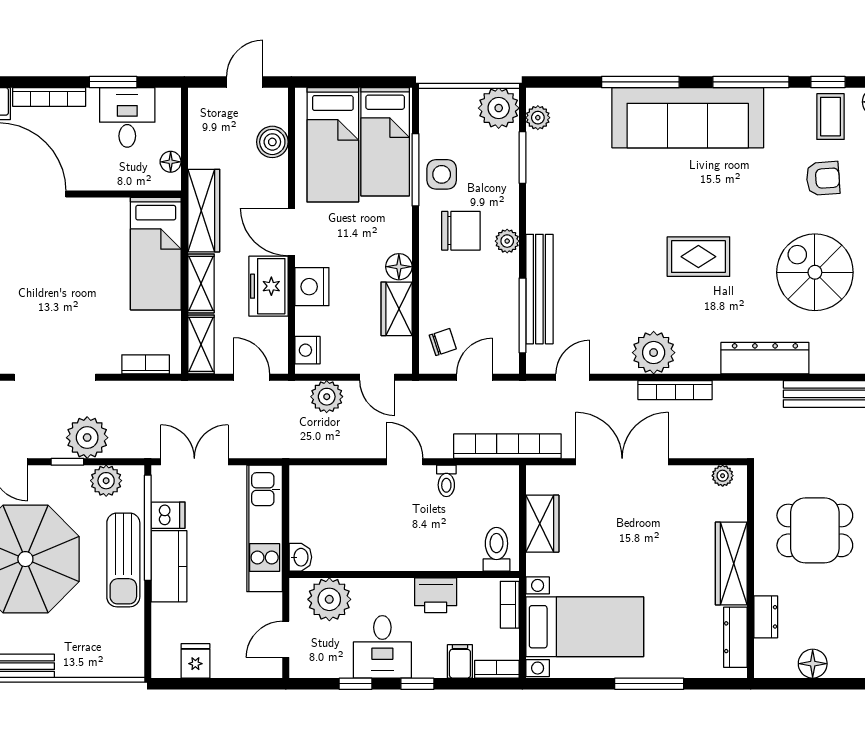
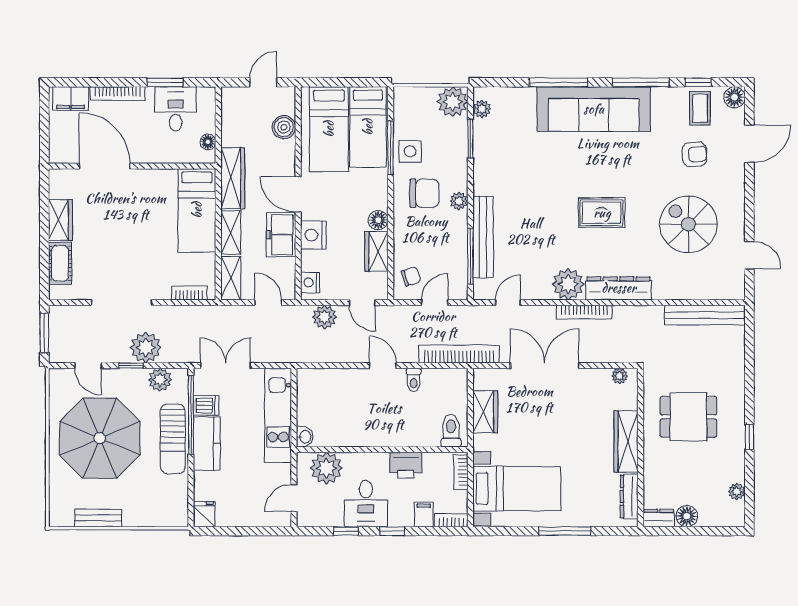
dresser: (765, 358) -> (619, 288), moved
dresser: (766, 617) -> (659, 518), moved, turned -90
fridge: (195, 661) -> (204, 514), moved

